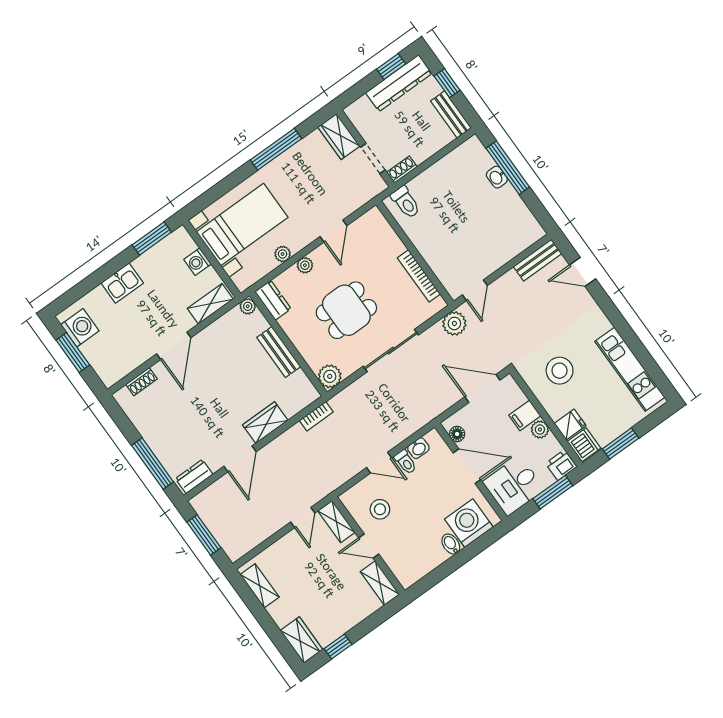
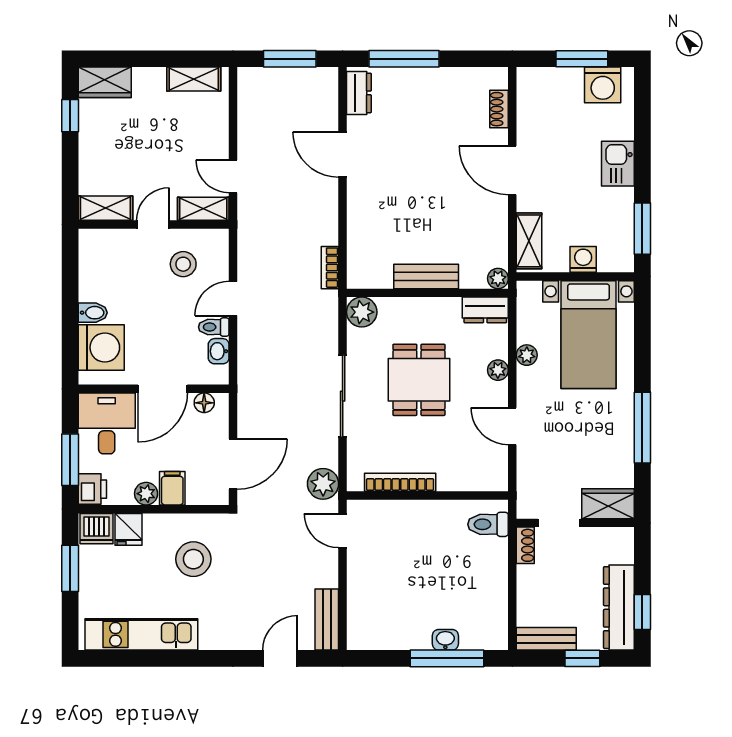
wardrobe: (265, 423) -> (362, 209), removed

